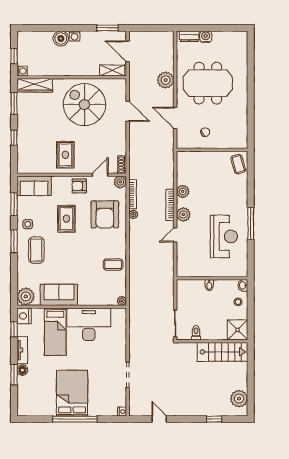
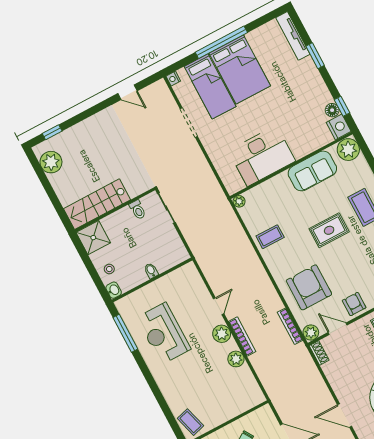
door: (100, 175) -> (338, 329), swing flipped
armchair: (79, 186) -> (354, 304), turned -90
plant: (133, 214) -> (277, 304), removed
rug: (66, 219) -> (329, 230), moved, turned 90
window: (251, 224) -> (125, 333), moved
bed: (55, 332) -> (210, 86), moved, turned 180
tv unit: (22, 350) -> (293, 36), moved, width x1.41
floor lamp: (22, 370) -> (332, 110), moved
window: (214, 419) -> (52, 132), moved

